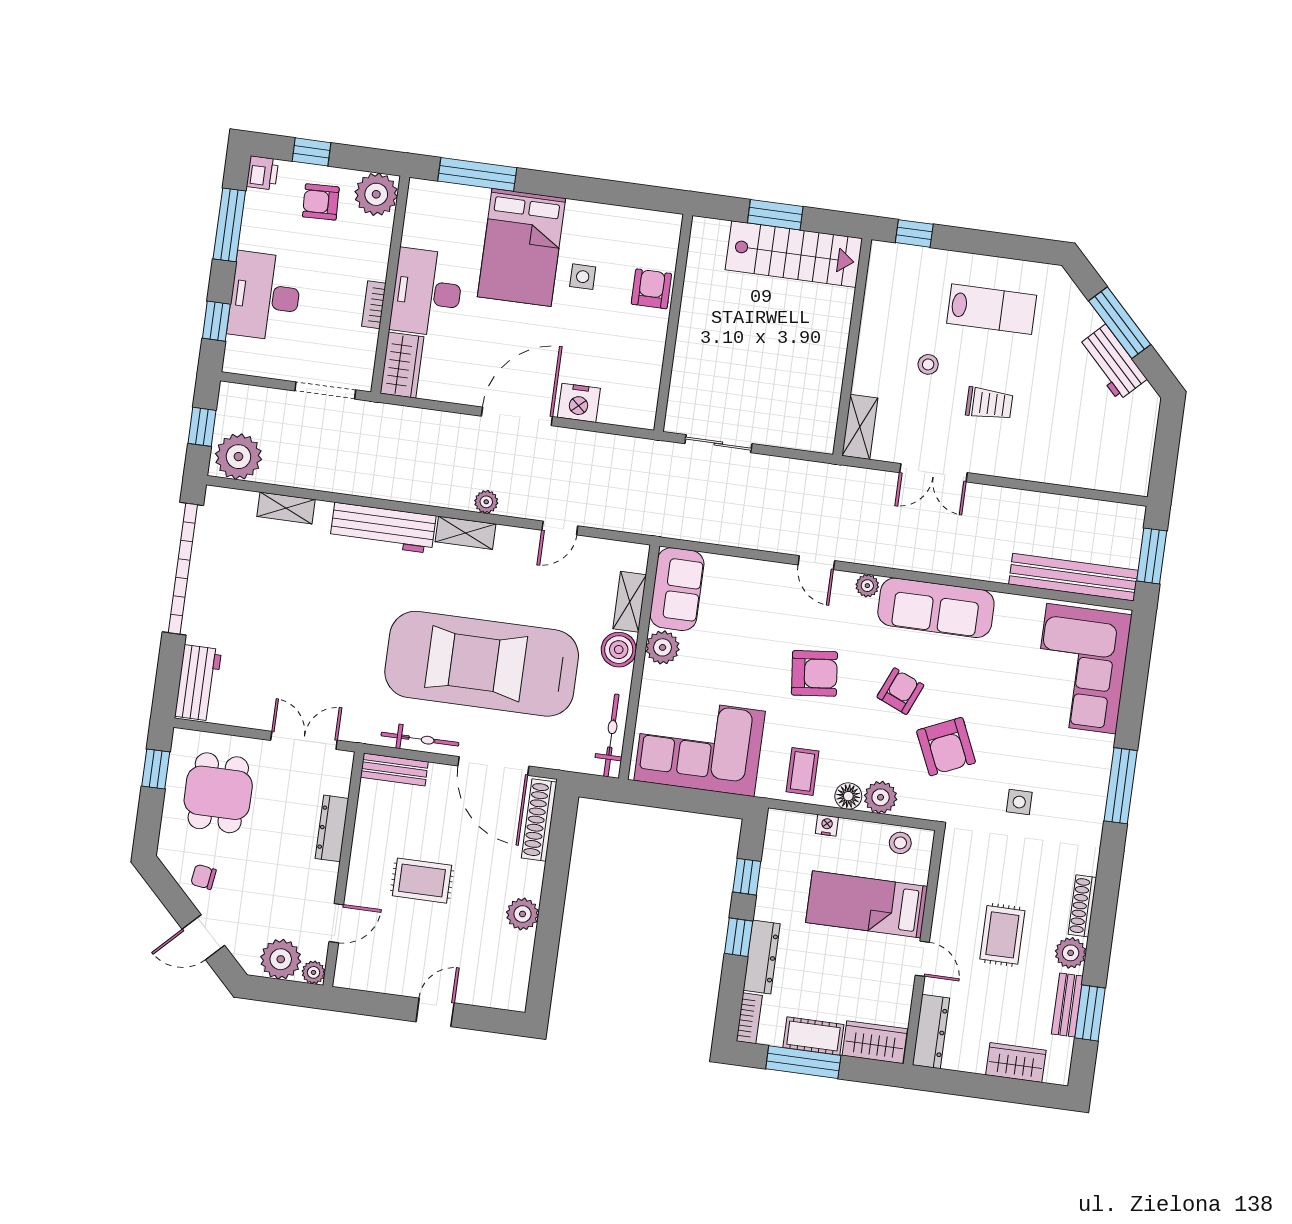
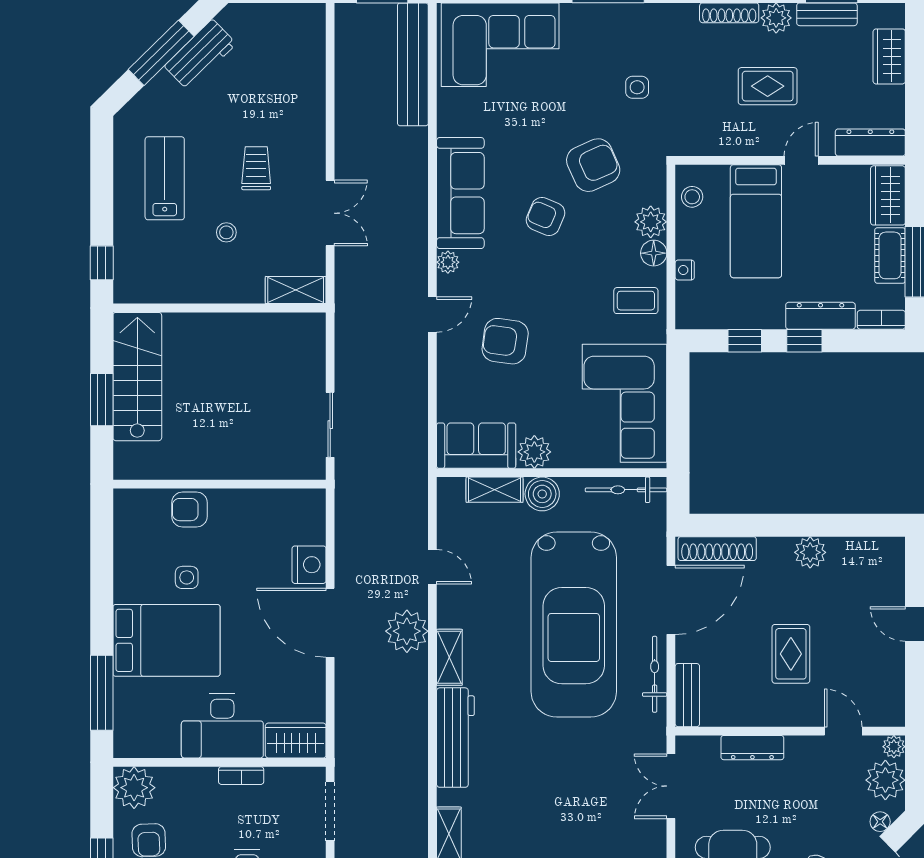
plant: (486, 502) -> (407, 631), width x1.88, depth x1.88
armchair: (814, 673) -> (505, 341), moved, turned -76
floor lamp: (239, 948) -> (880, 822), added

